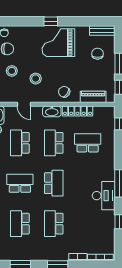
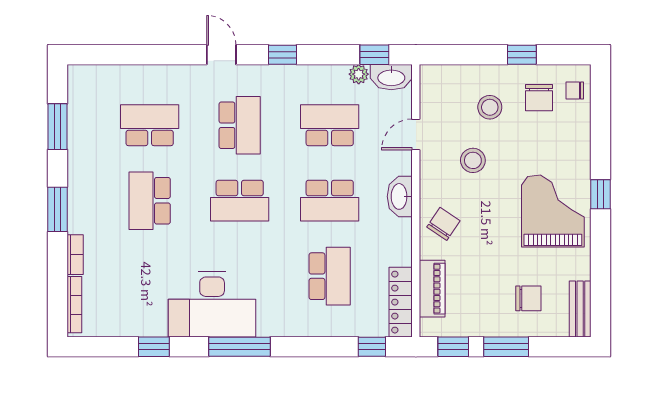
locker: (78, 111) -> (401, 302), moved
school desk: (54, 143) -> (330, 201), turned 180
desk: (104, 196) -> (212, 304), width x1.36, depth x1.30
school desk: (54, 224) -> (150, 201), turned -90

